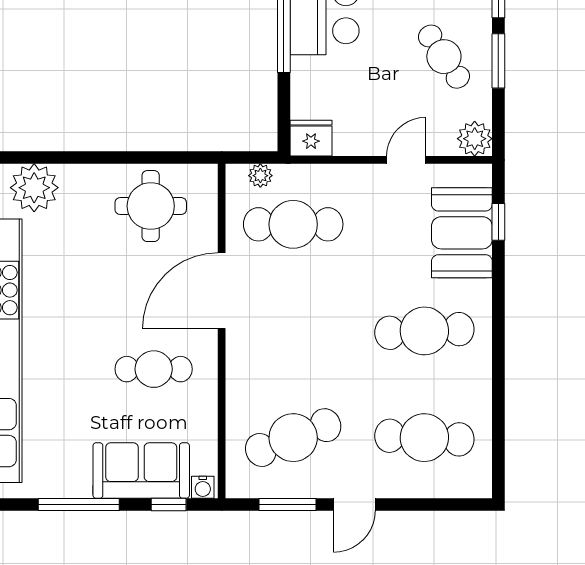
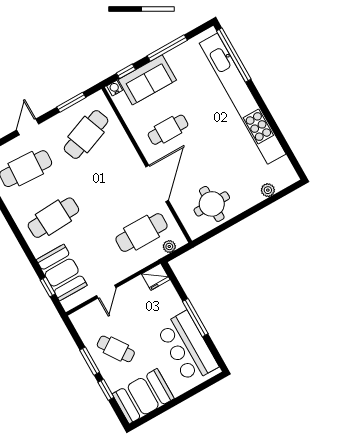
plant: (475, 139) -> (80, 319), removed
plant: (34, 188) -> (268, 190), width x0.53, depth x0.53
door: (354, 504) -> (28, 127), moved

